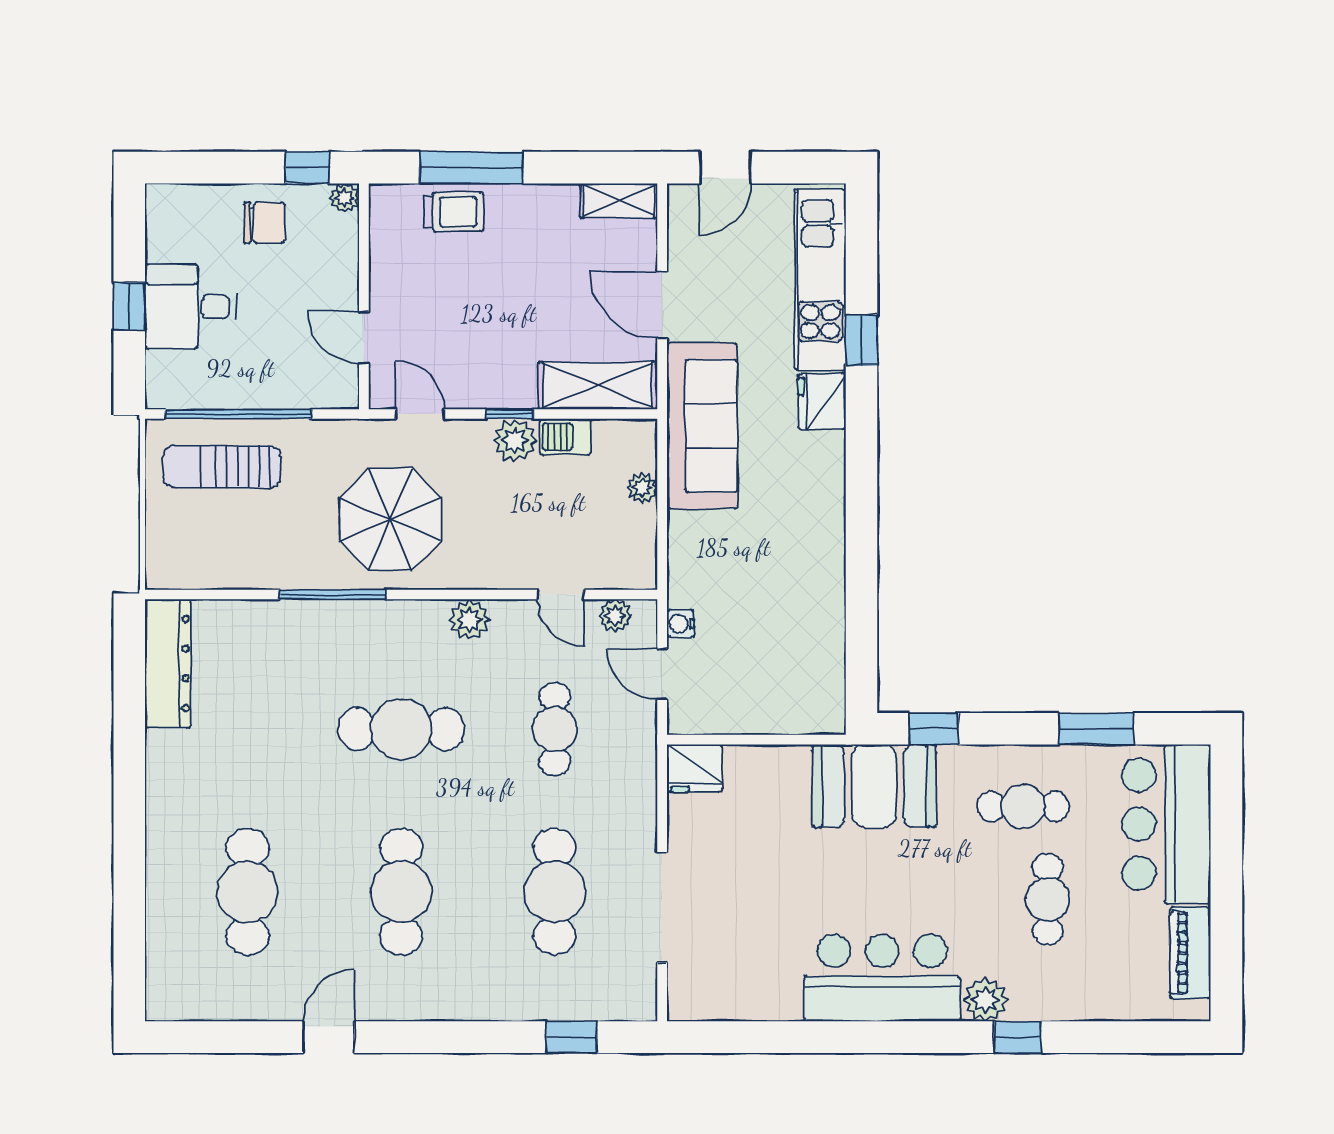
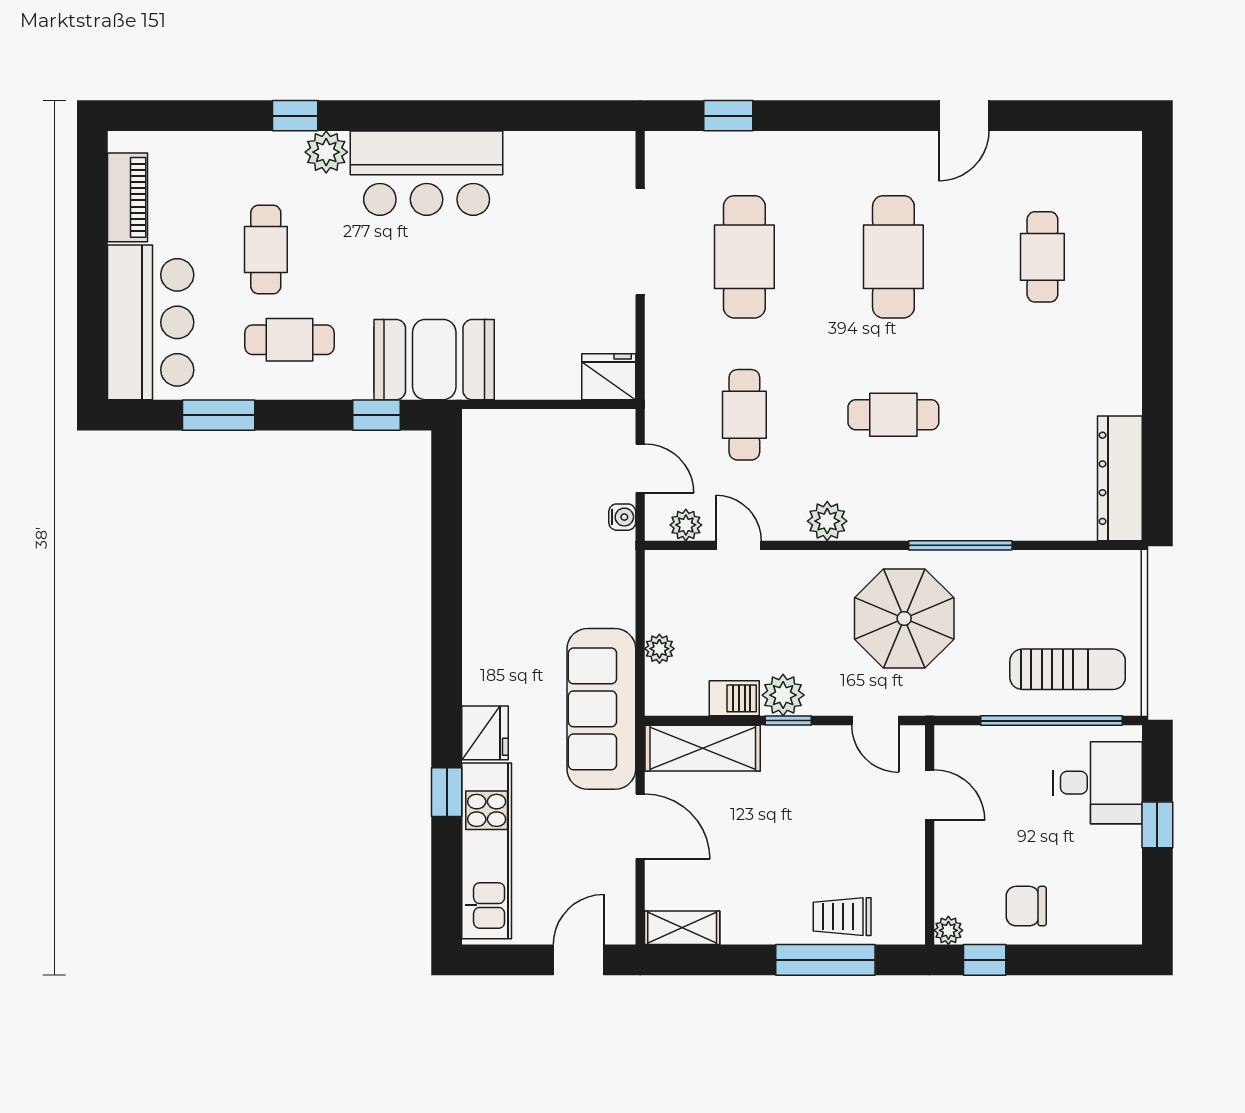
desk: (191, 307) -> (1098, 783), moved
cafe table: (401, 729) -> (893, 415), width x0.73, depth x0.74
cafe table: (248, 892) -> (1042, 257), width x0.73, depth x0.74

